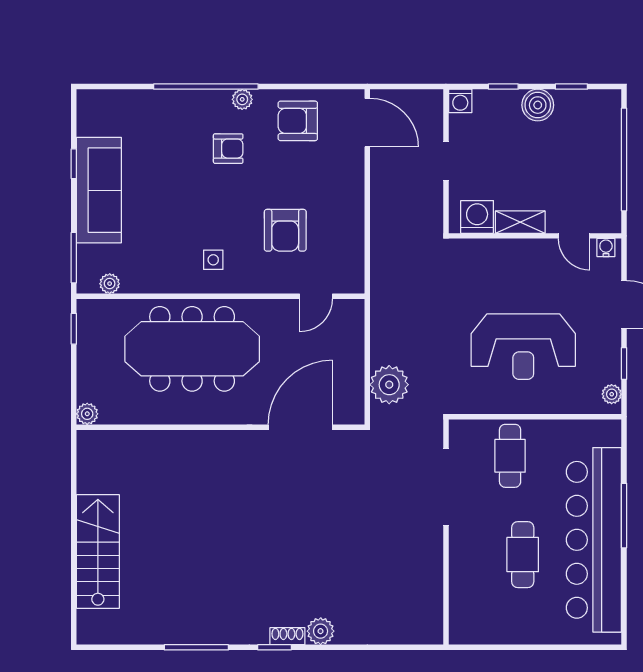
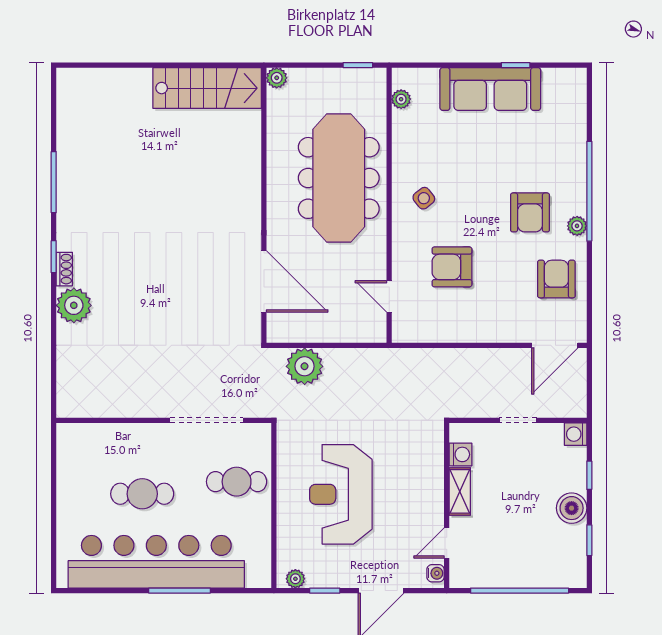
armchair: (228, 149) -> (530, 212), width x1.38, depth x1.38
washing machine: (477, 217) -> (460, 454), width x0.73, depth x0.73
window: (74, 258) -> (426, 65), removed
side table: (213, 260) -> (424, 198), turned -38
stairs: (98, 552) -> (207, 88), moved
plant: (321, 631) -> (74, 305), width x1.36, depth x1.36

